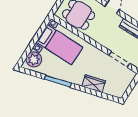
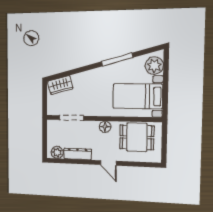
floor lamp: (98, 37) -> (105, 127), added
wardrobe: (94, 84) -> (60, 85), moved

